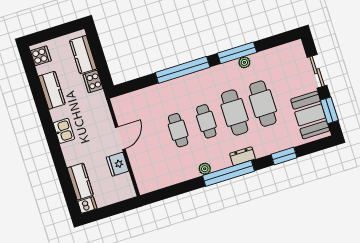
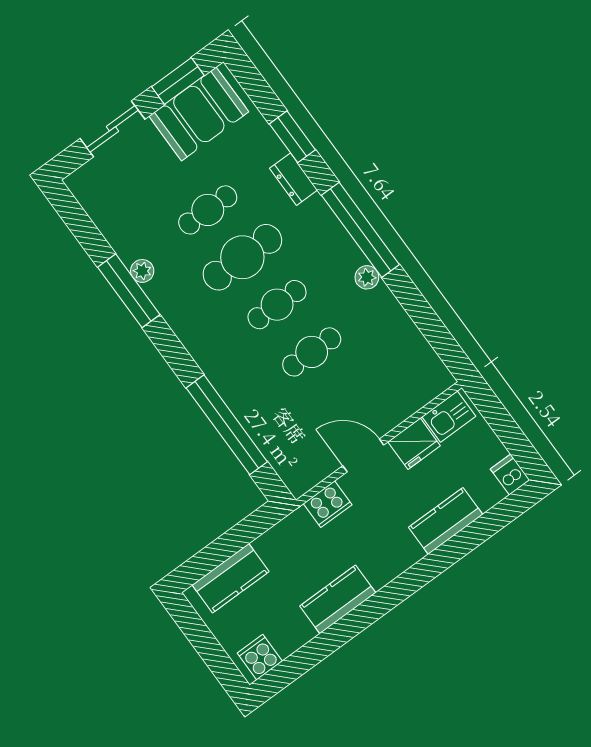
window: (183, 70) -> (227, 425), moved
cooker: (93, 82) -> (328, 504), moved
kitchen counter: (52, 90) -> (338, 599), moved
cafe table: (263, 104) -> (208, 210), width x0.73, depth x0.74
kitchen sink: (64, 131) -> (449, 417), moved, turned 180
dresser: (242, 156) -> (294, 179), moved
kitchen counter: (80, 182) -> (446, 521), moved

